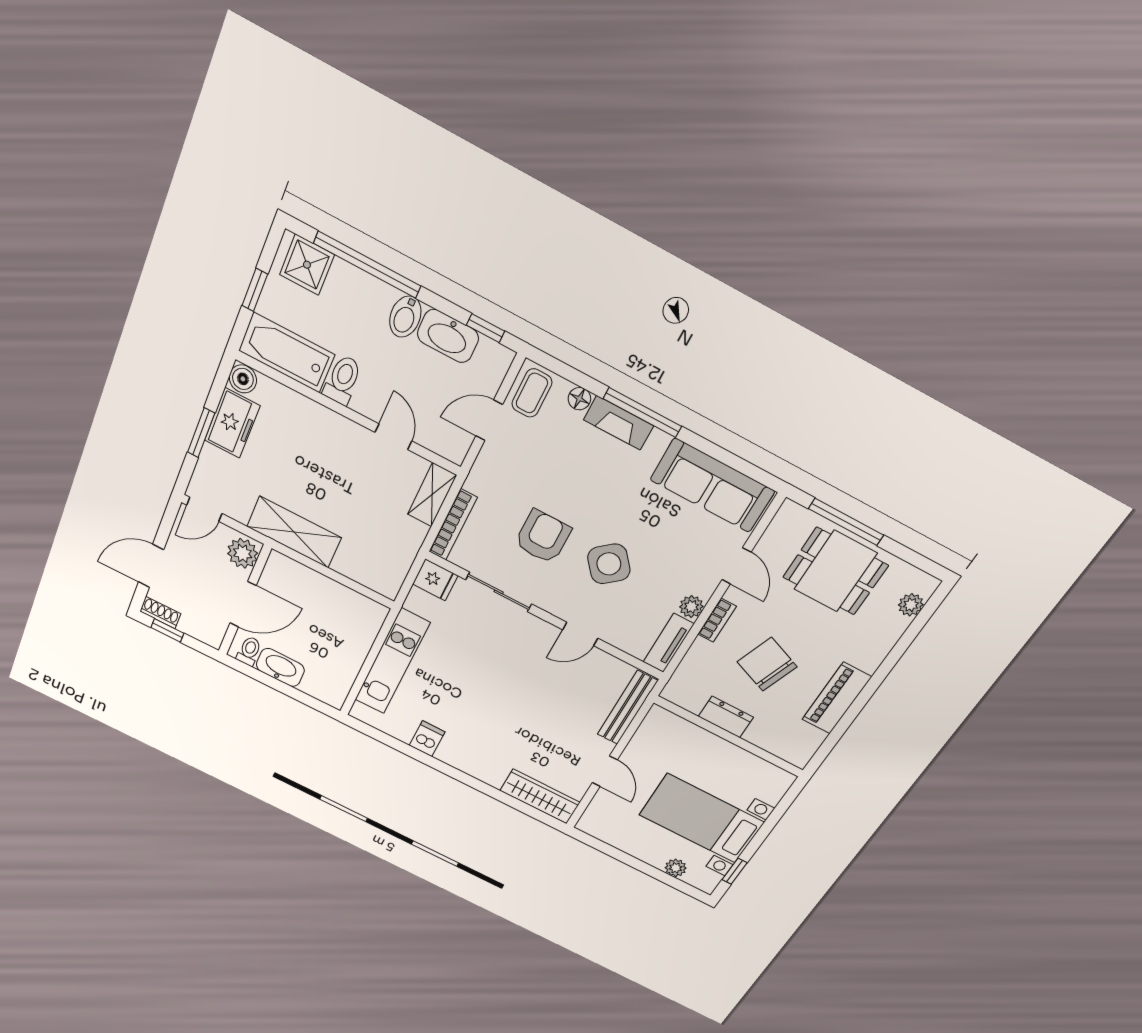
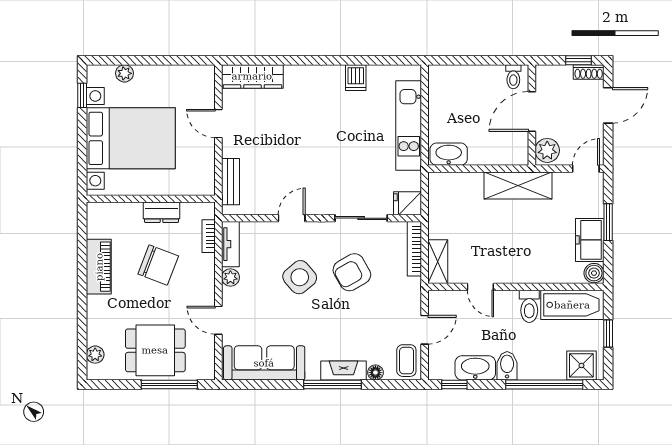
armchair: (543, 537) -> (352, 272), turned 60
bookcase: (717, 620) -> (209, 236), moved
washbasin: (280, 667) -> (449, 154), moved, turned 180
bench: (627, 708) -> (231, 182), width x0.73
bed with nightstands: (701, 818) -> (131, 138), width x1.36

